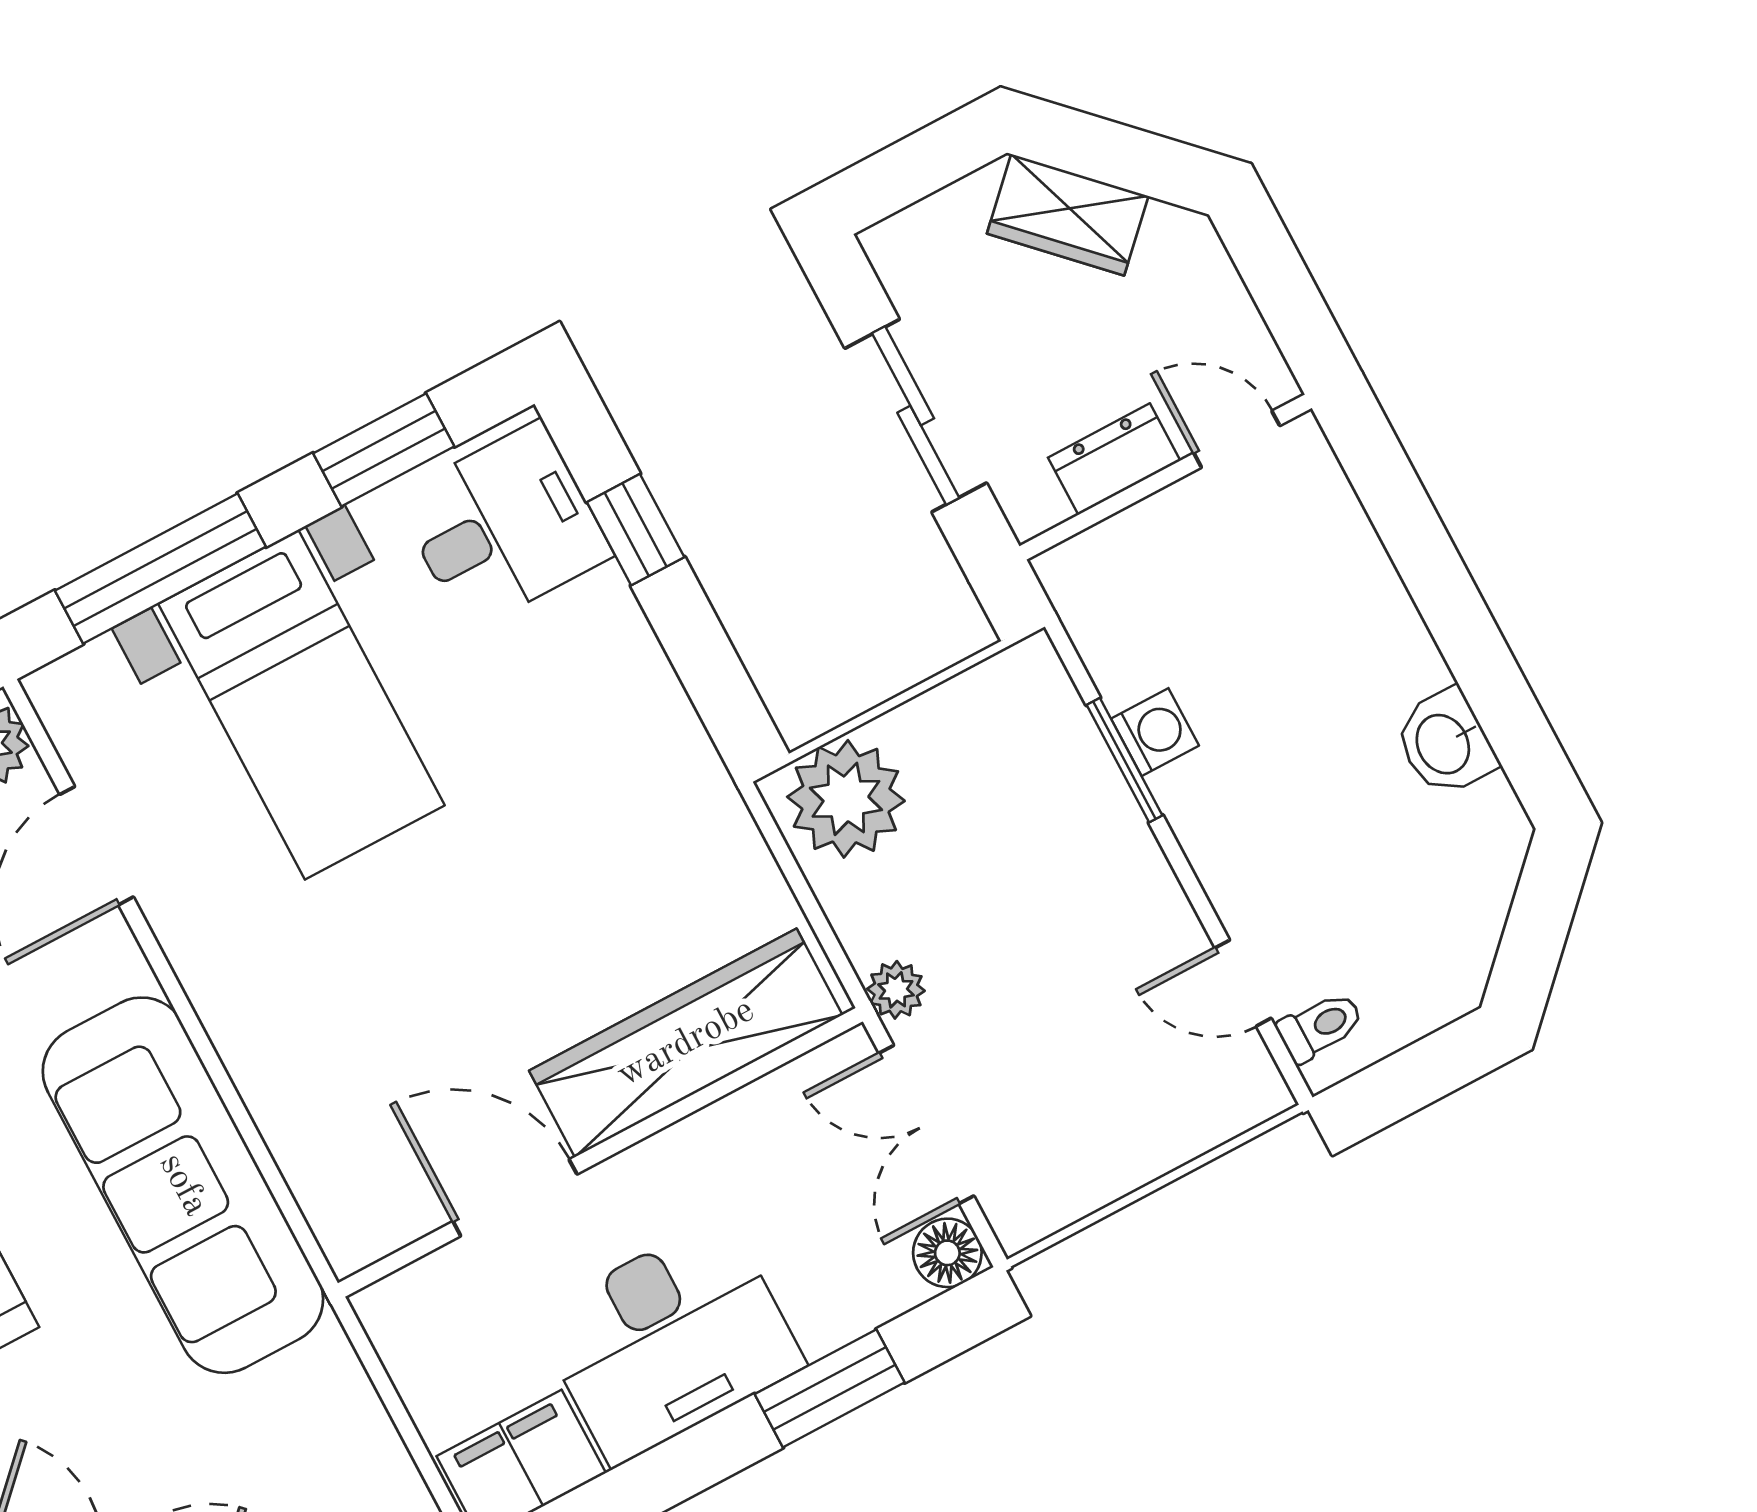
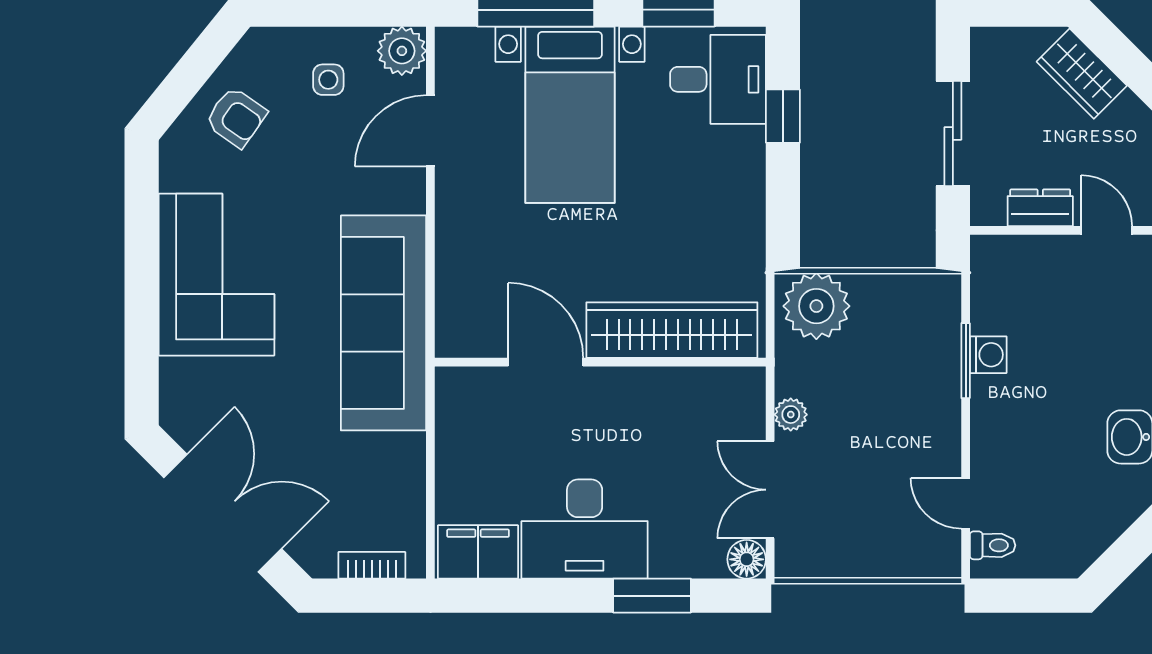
wardrobe: (686, 1043) -> (672, 330), moved
wall: (600, 1152) -> (600, 362), moved
door: (515, 1198) -> (546, 362), moved

